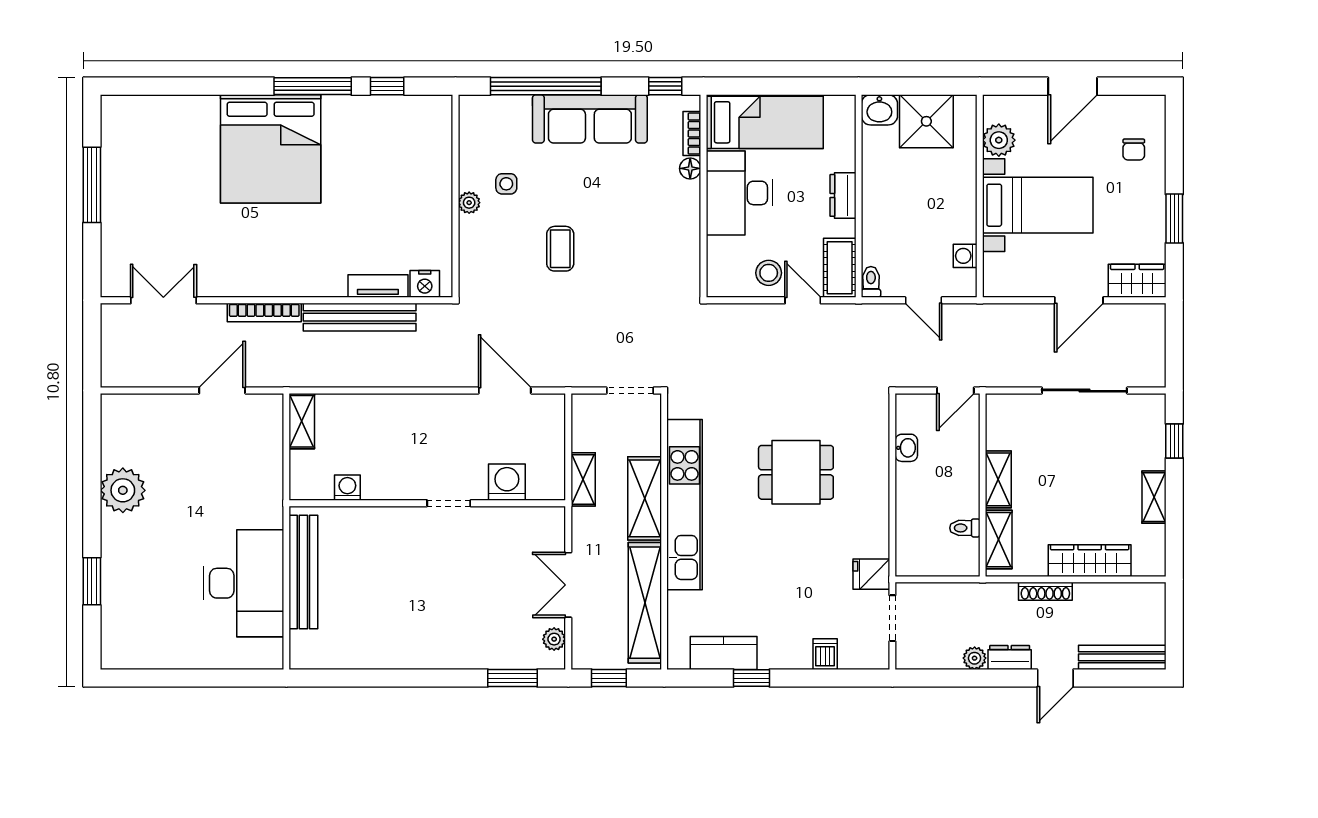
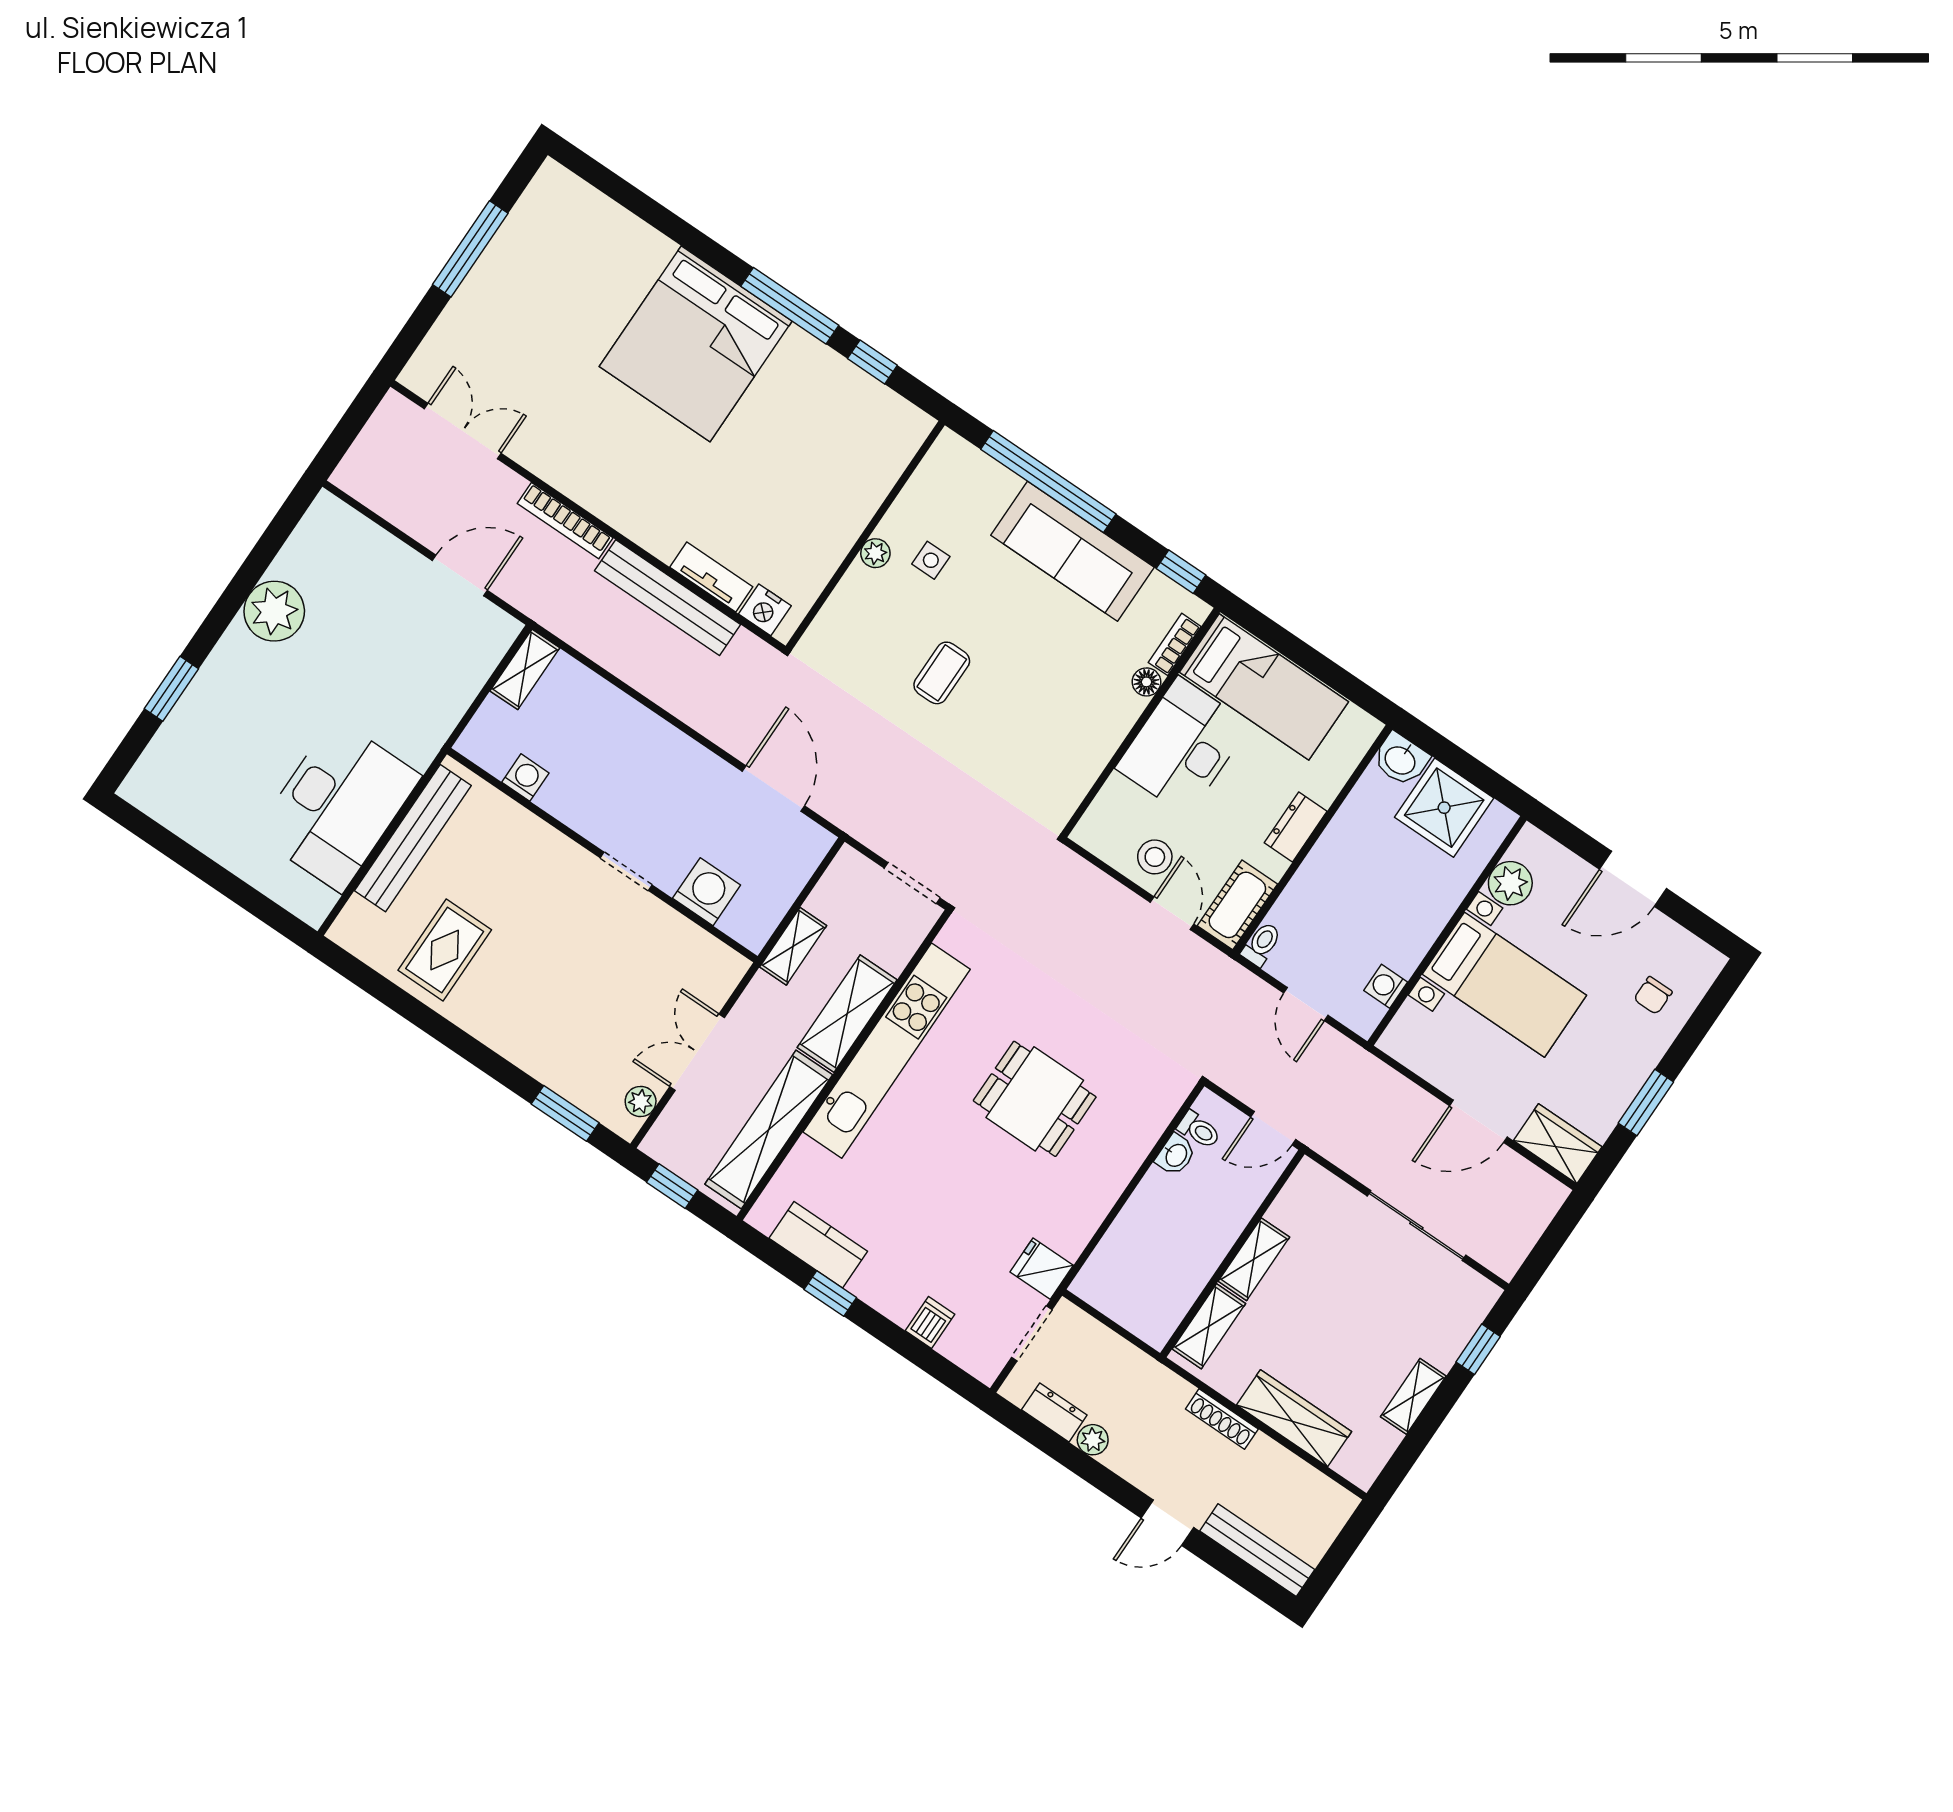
toilet: (965, 528) -> (1199, 1130), moved, turned 180
rug: (370, 628) -> (445, 950), added
dresser: (1010, 657) -> (1054, 1412), moved

